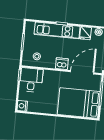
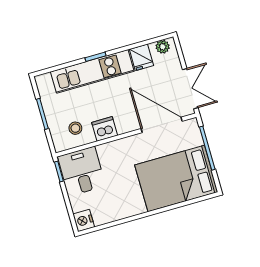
dishwasher: (62, 64) -> (105, 129), moved
door: (82, 72) -> (162, 125), hinge flipped

